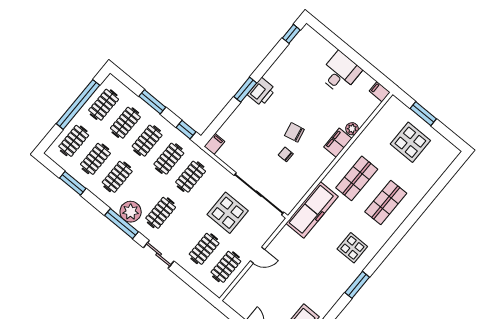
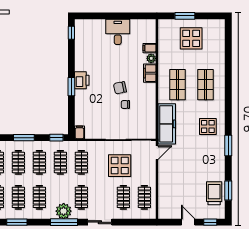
filing cabinet: (380, 92) -> (150, 48), moved
door: (257, 255) -> (157, 153), moved

